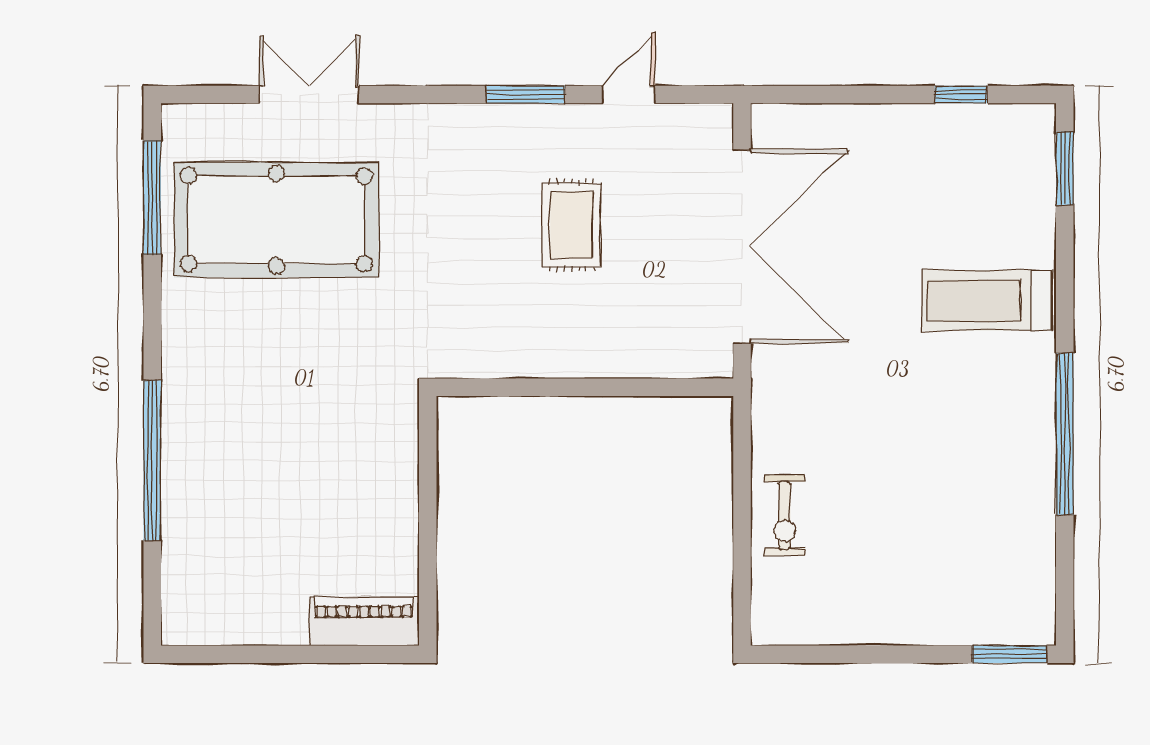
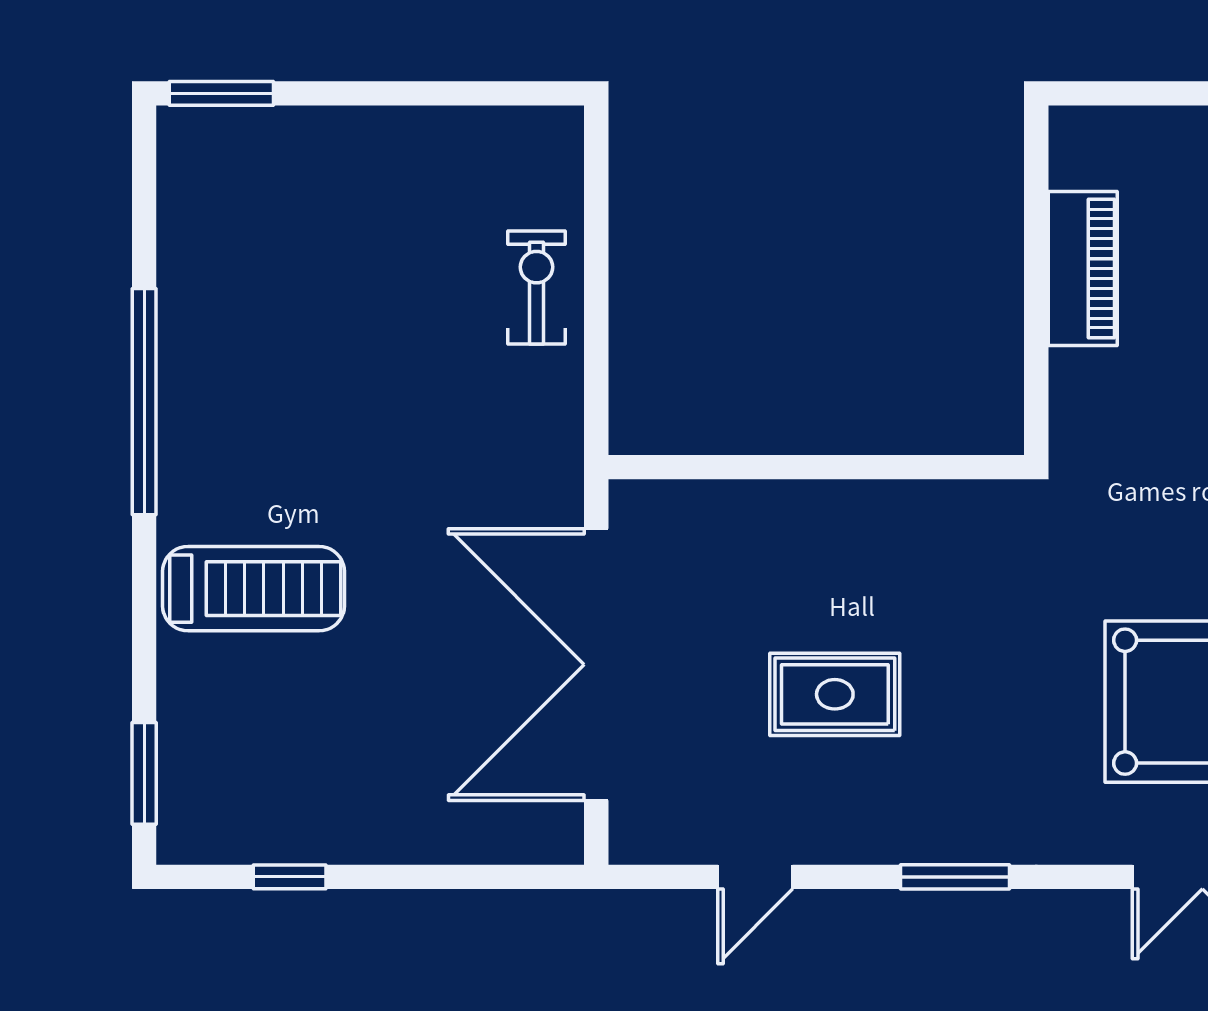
window: (526, 95) -> (955, 877), moved
rug: (572, 225) -> (835, 694), turned 90
piano: (364, 621) -> (1083, 268), moved, turned -90

